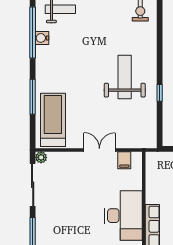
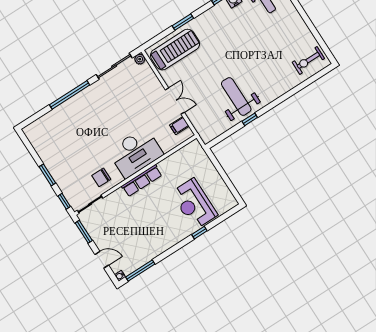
weight bench: (125, 77) -> (236, 96), moved, turned -90
window: (33, 97) -> (183, 22), width x0.69

